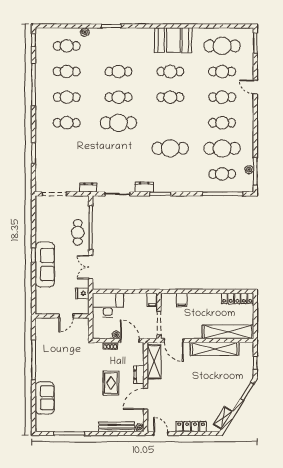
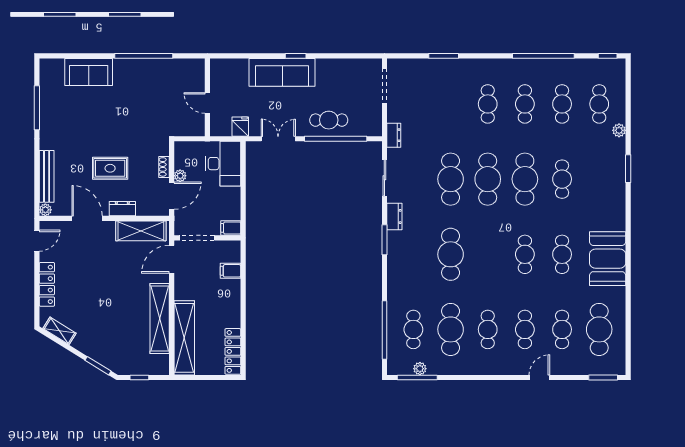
cafe table: (119, 97) -> (525, 179), width x1.37, depth x1.35
cafe table: (119, 148) -> (451, 179), added

